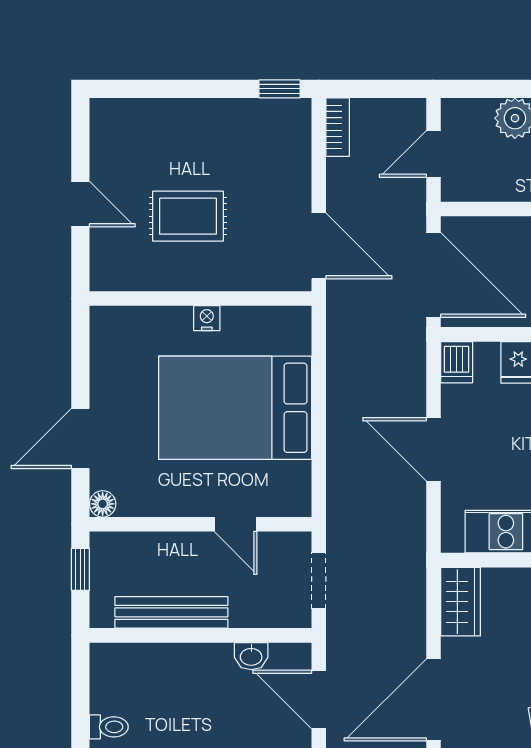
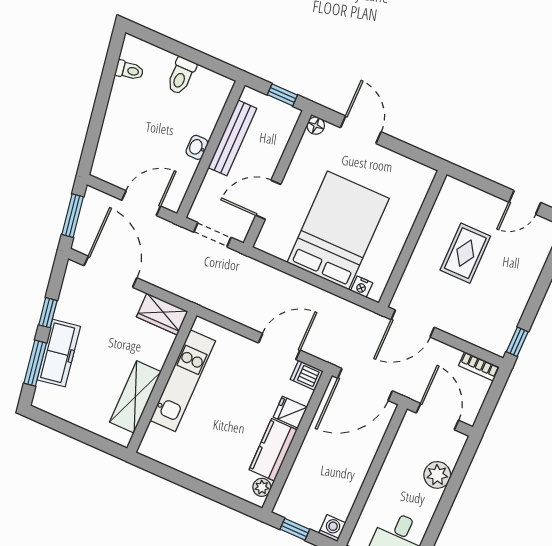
door: (433, 154) -> (437, 417), width x1.38
door: (80, 204) -> (525, 202), moved
nightstand: (207, 318) -> (362, 287), moved, turned 90
door: (433, 449) -> (279, 346), moved
door: (236, 524) -> (268, 200), width x1.38
washbasin: (251, 656) -> (197, 147), moved
toilet: (109, 727) -> (181, 76), width x1.37, depth x1.39

